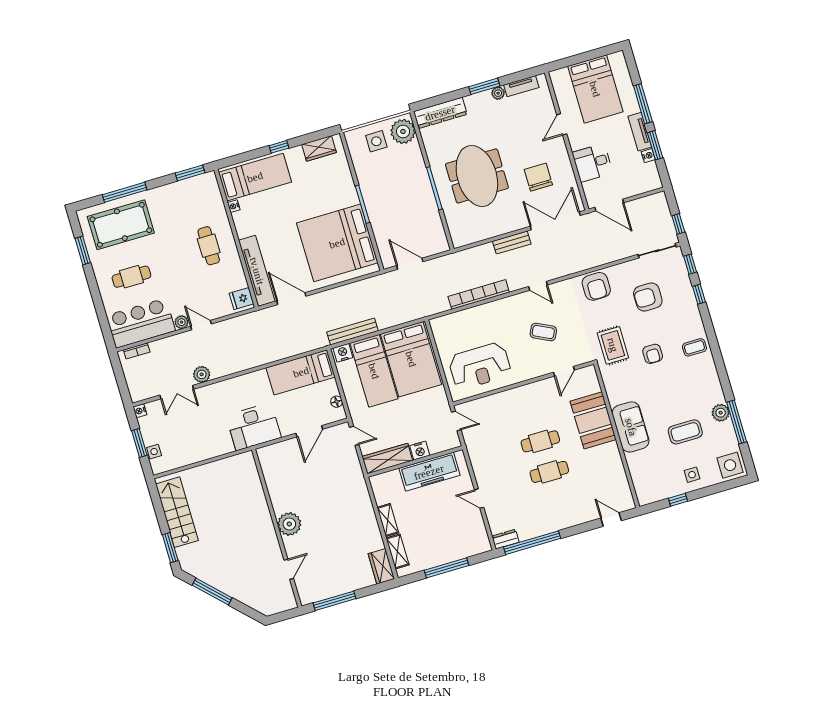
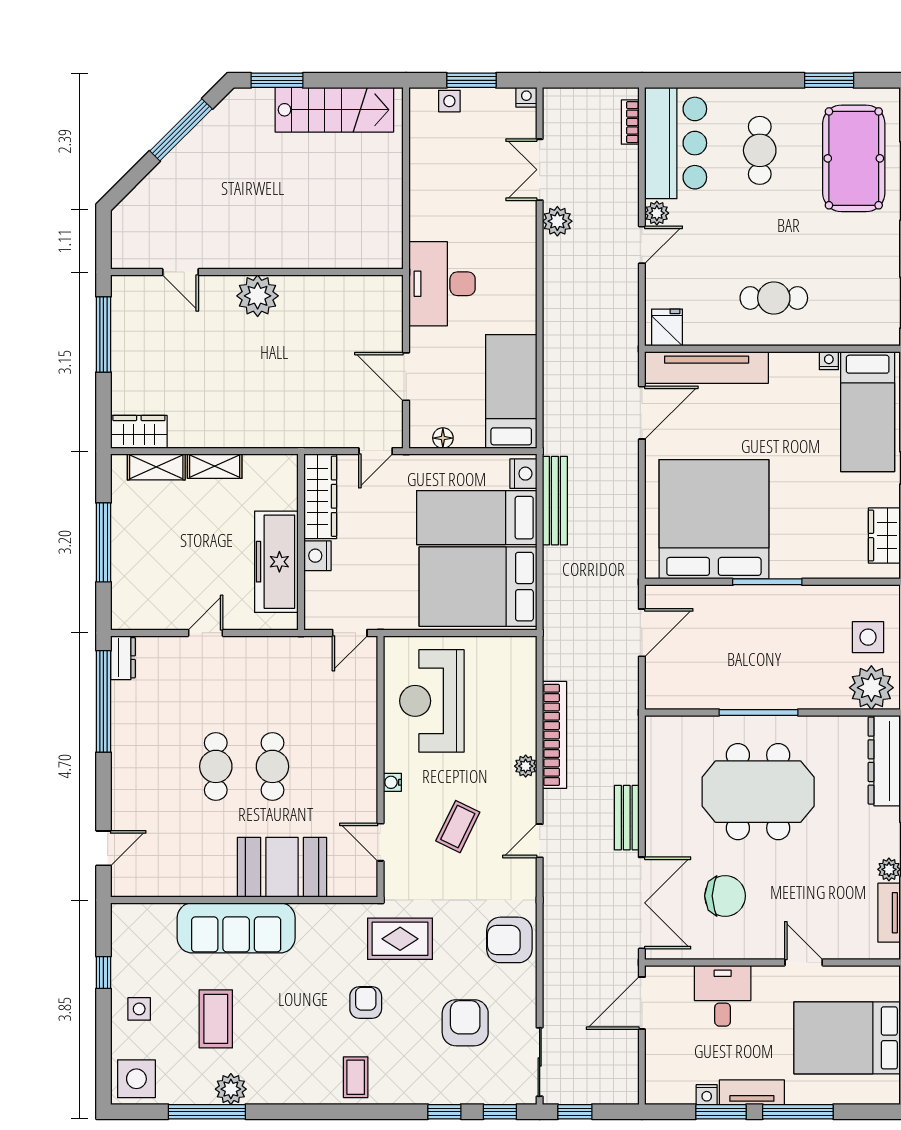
plant: (500, 305) -> (526, 766), added
armchair: (653, 354) -> (366, 1002), turned 90
water cooler: (530, 374) -> (392, 782), added
sofa: (631, 427) -> (236, 928), width x1.36

